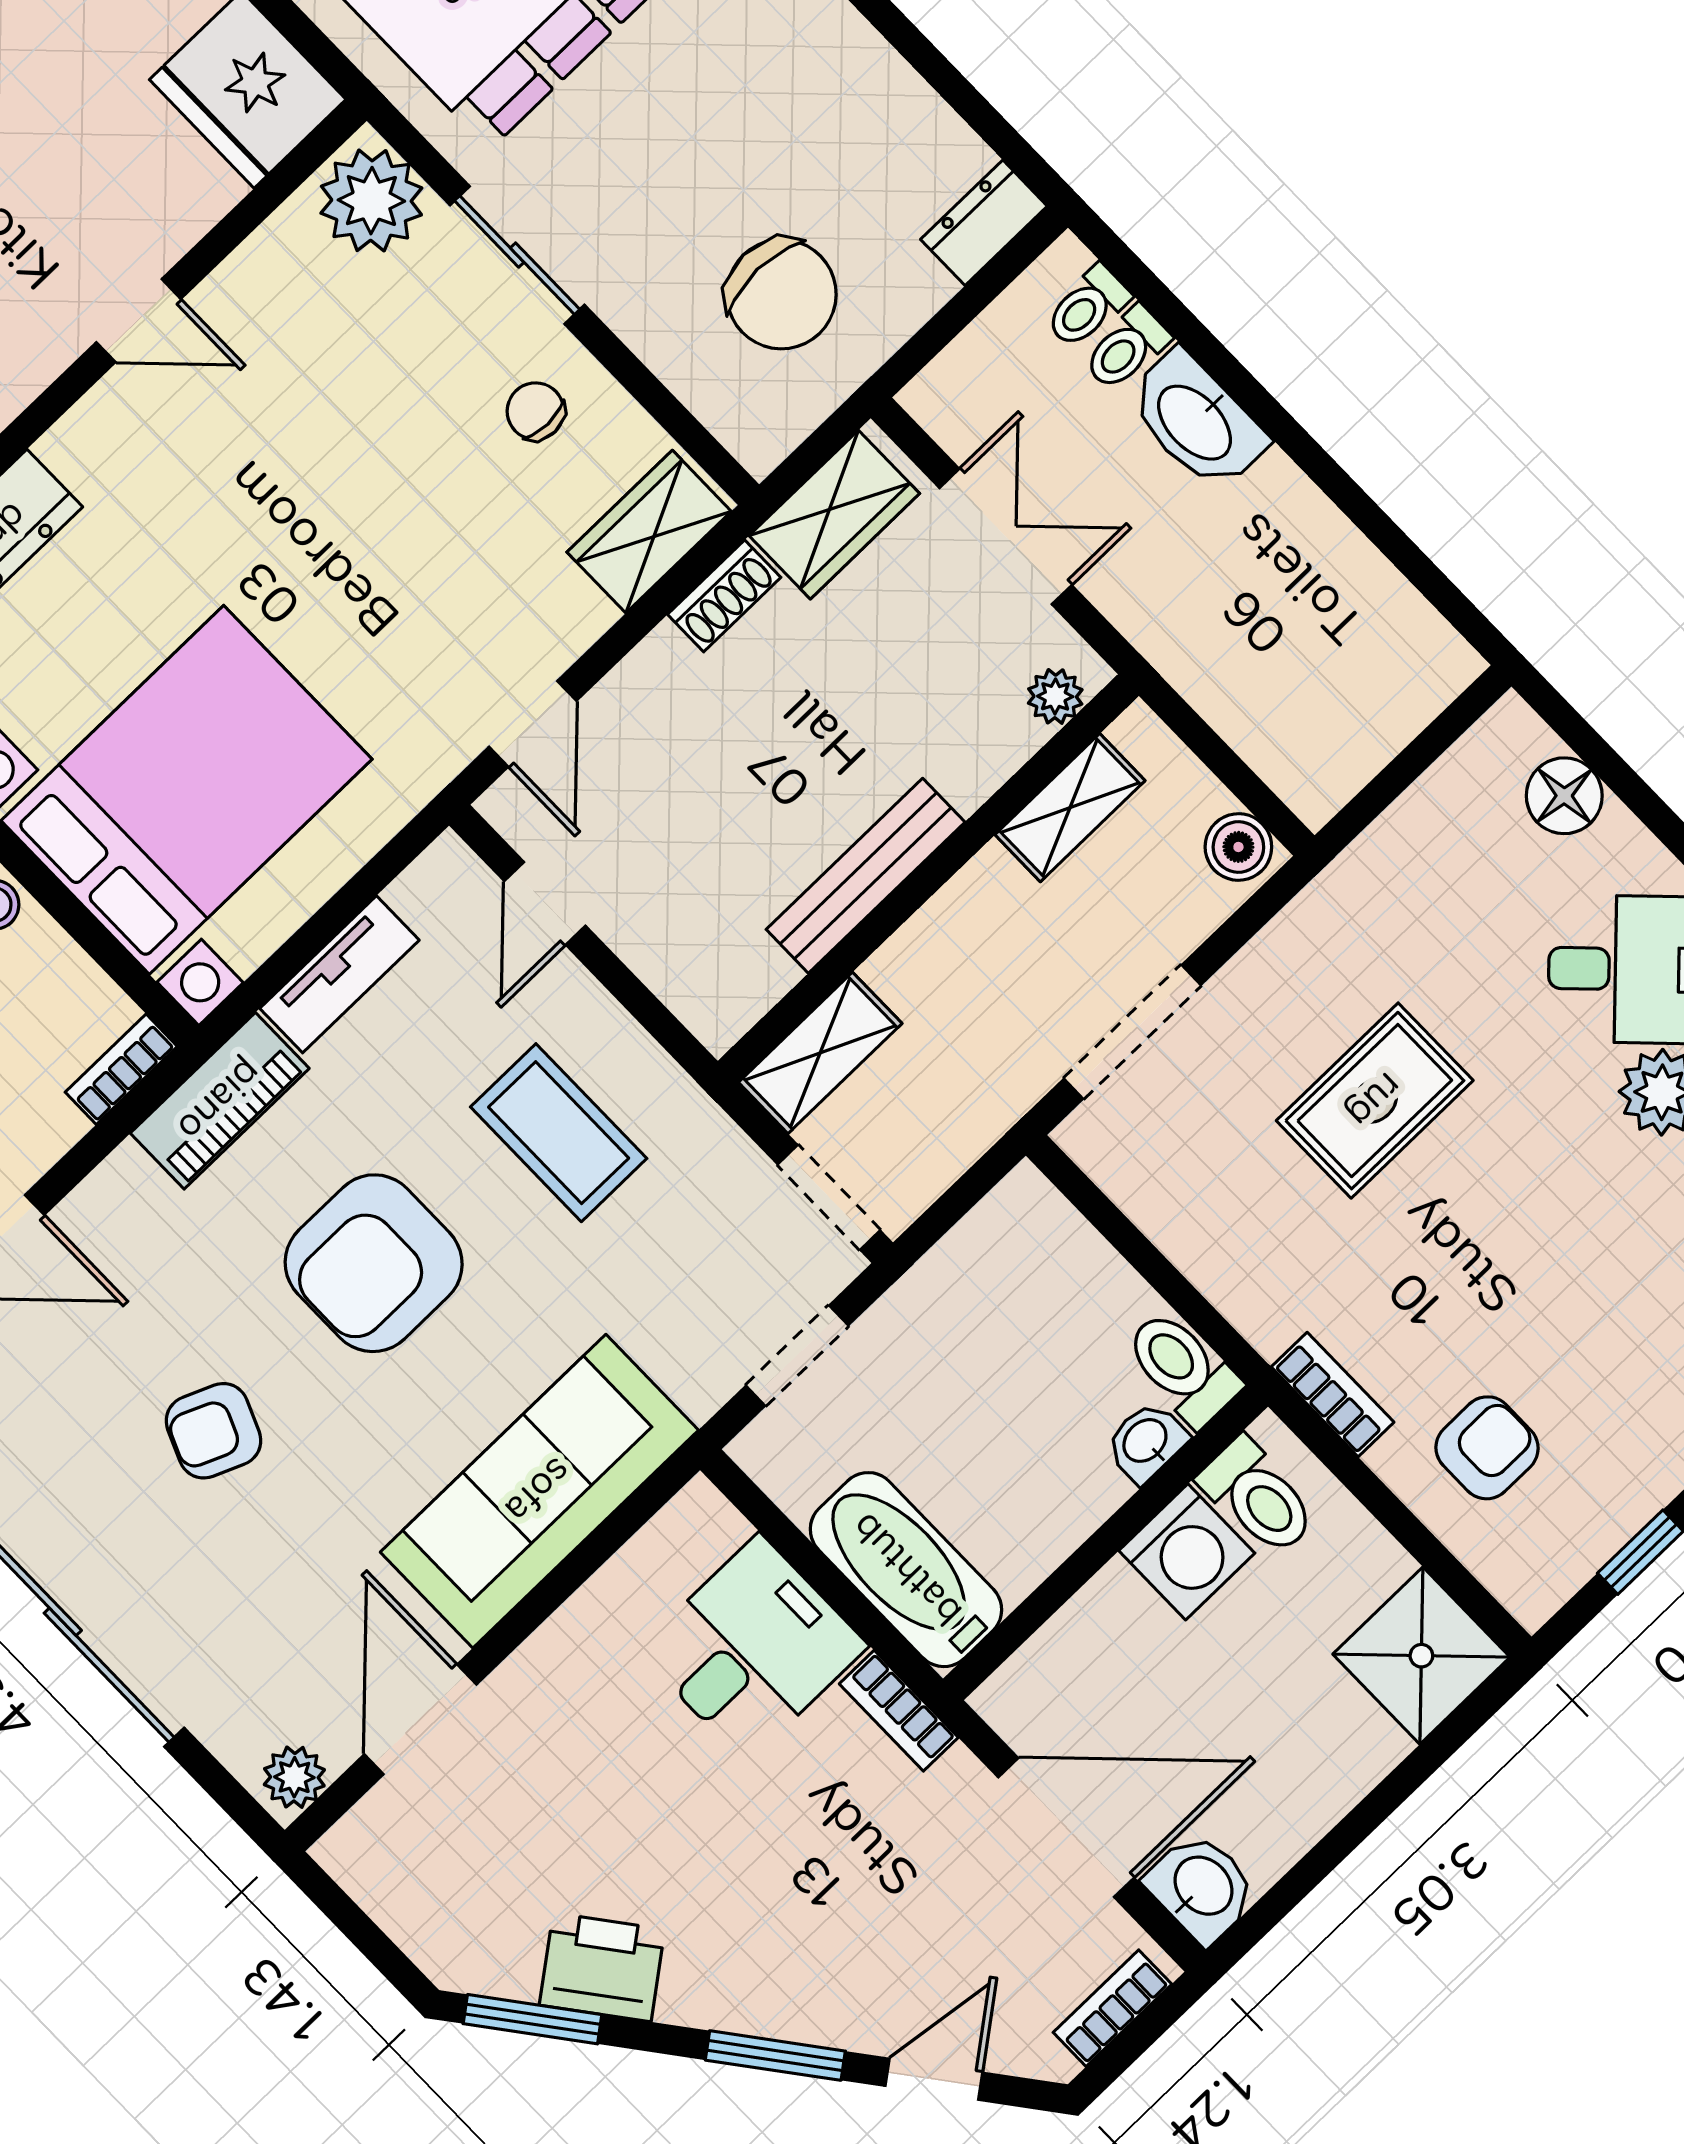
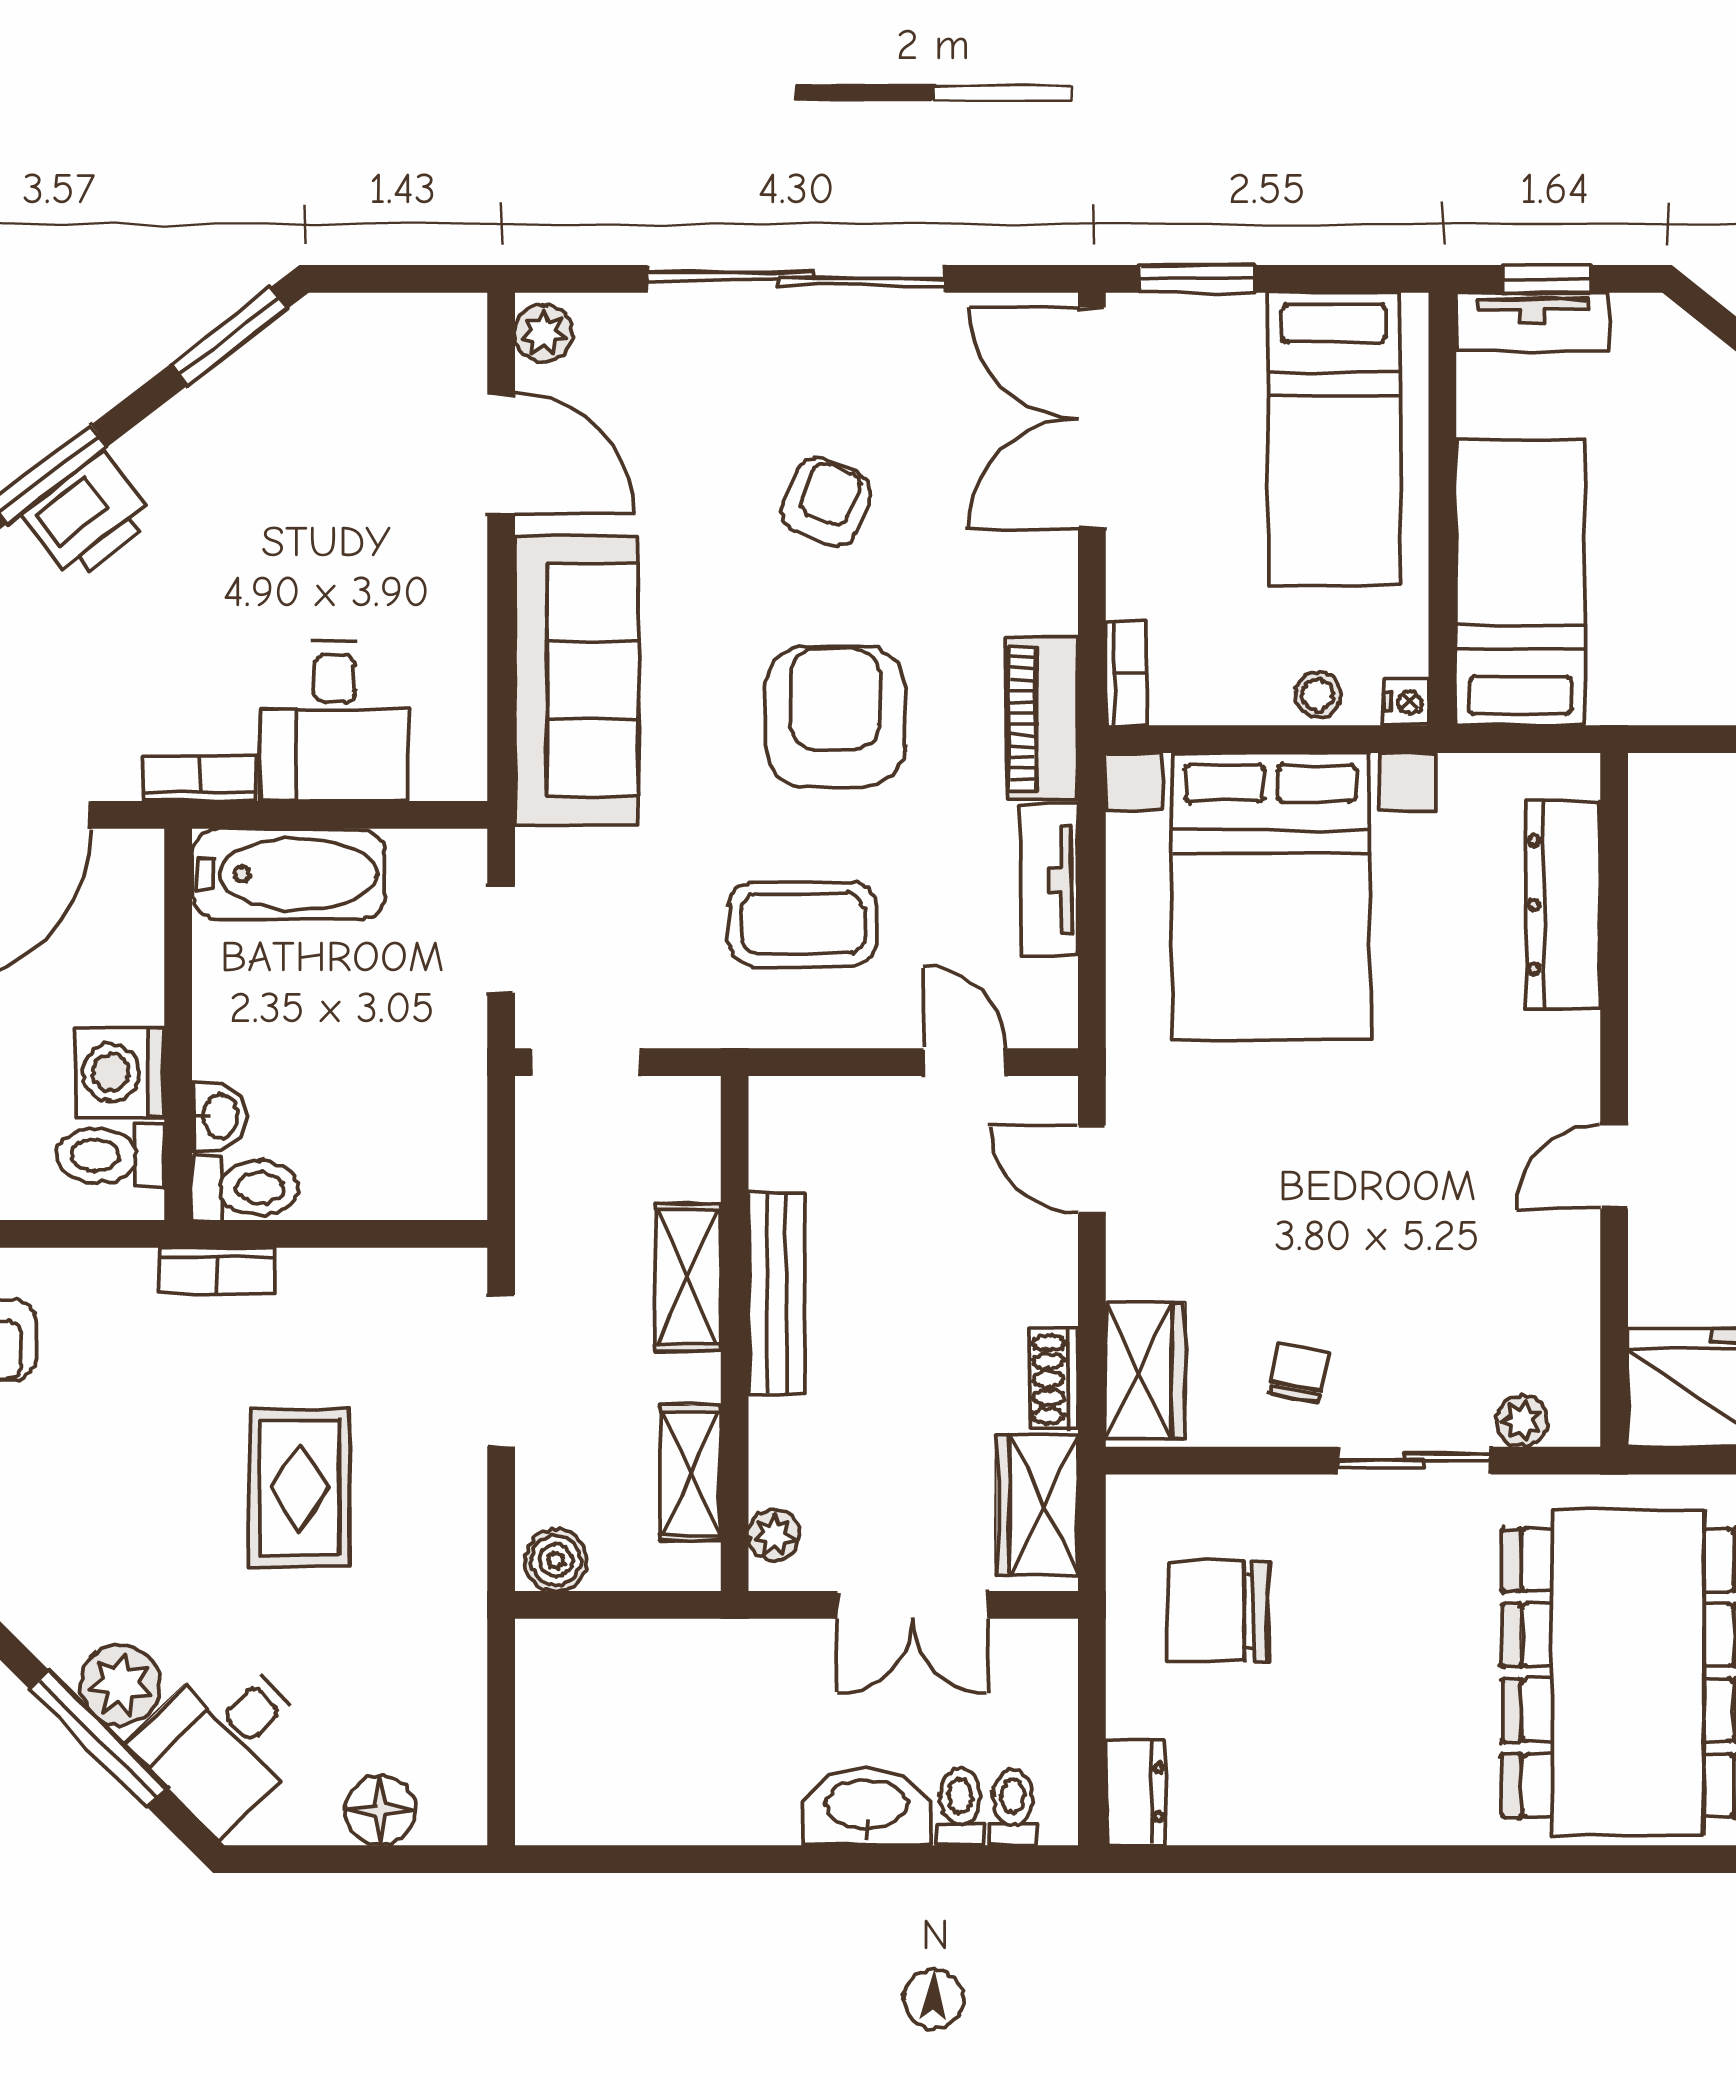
plant: (371, 201) -> (1522, 1421), width x0.53, depth x0.53
chair: (536, 411) -> (1298, 1373), turned -79
shelving: (820, 1053) -> (688, 1277), moved
bookcase: (1333, 1395) -> (216, 1271), moved
printer: (602, 1967) -> (88, 517), moved

